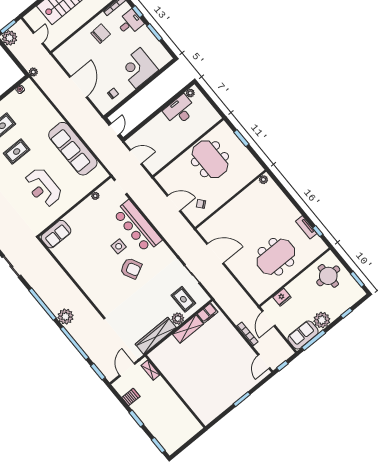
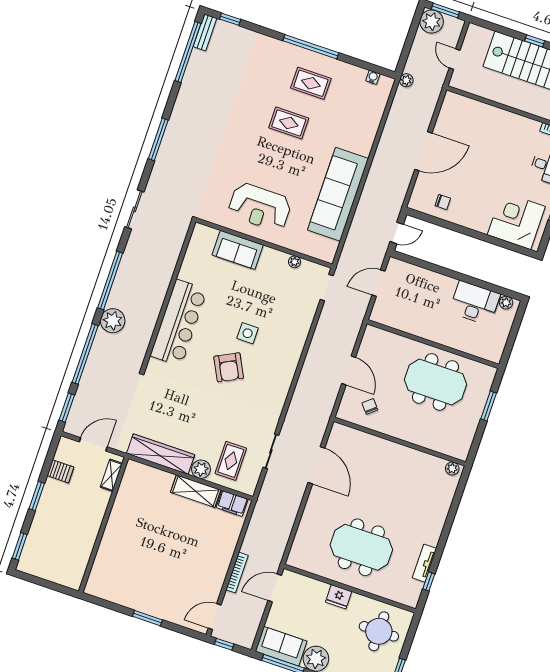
chair: (101, 34) -> (511, 137), removed
door: (38, 38) -> (455, 59), swing flipped
corner desk: (138, 68) -> (516, 221), moved
door: (136, 157) -> (378, 283), swing flipped
meeting table: (210, 159) -> (435, 382), turned 90
reception desk: (43, 188) -> (260, 207), moved, turned -90
bar counter: (137, 226) -> (179, 323), moved, turned 180
sofa: (56, 234) -> (238, 250), moved
fridge: (282, 297) -> (339, 597), moved

